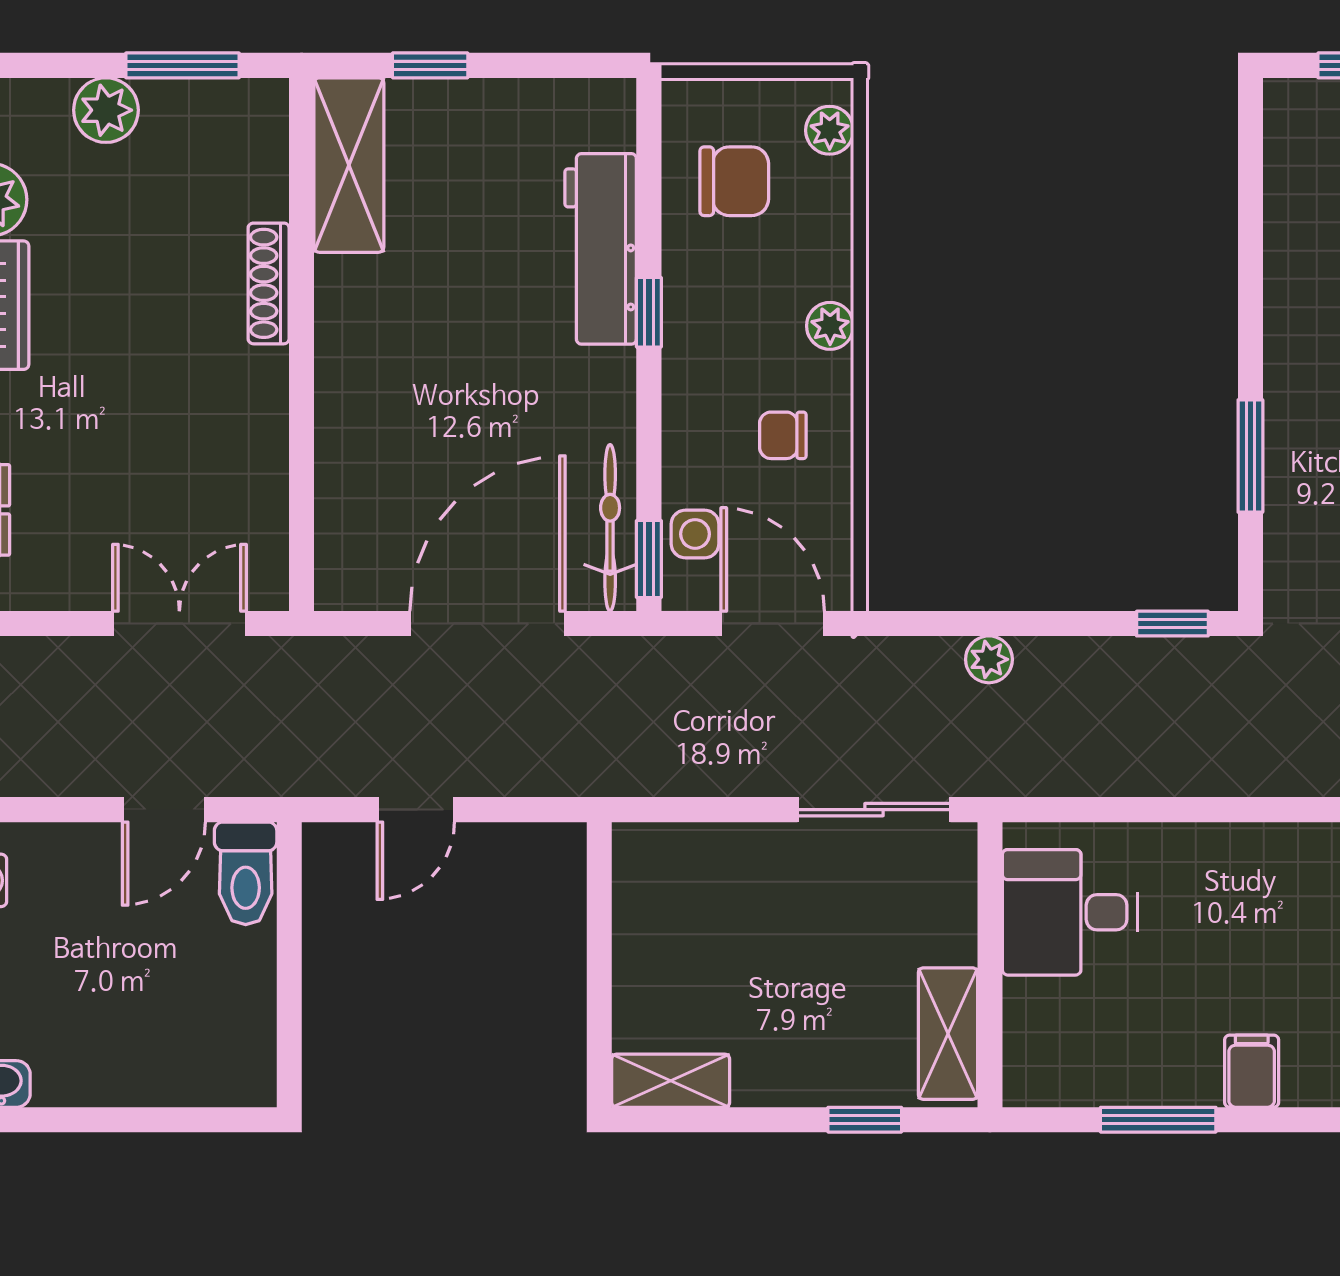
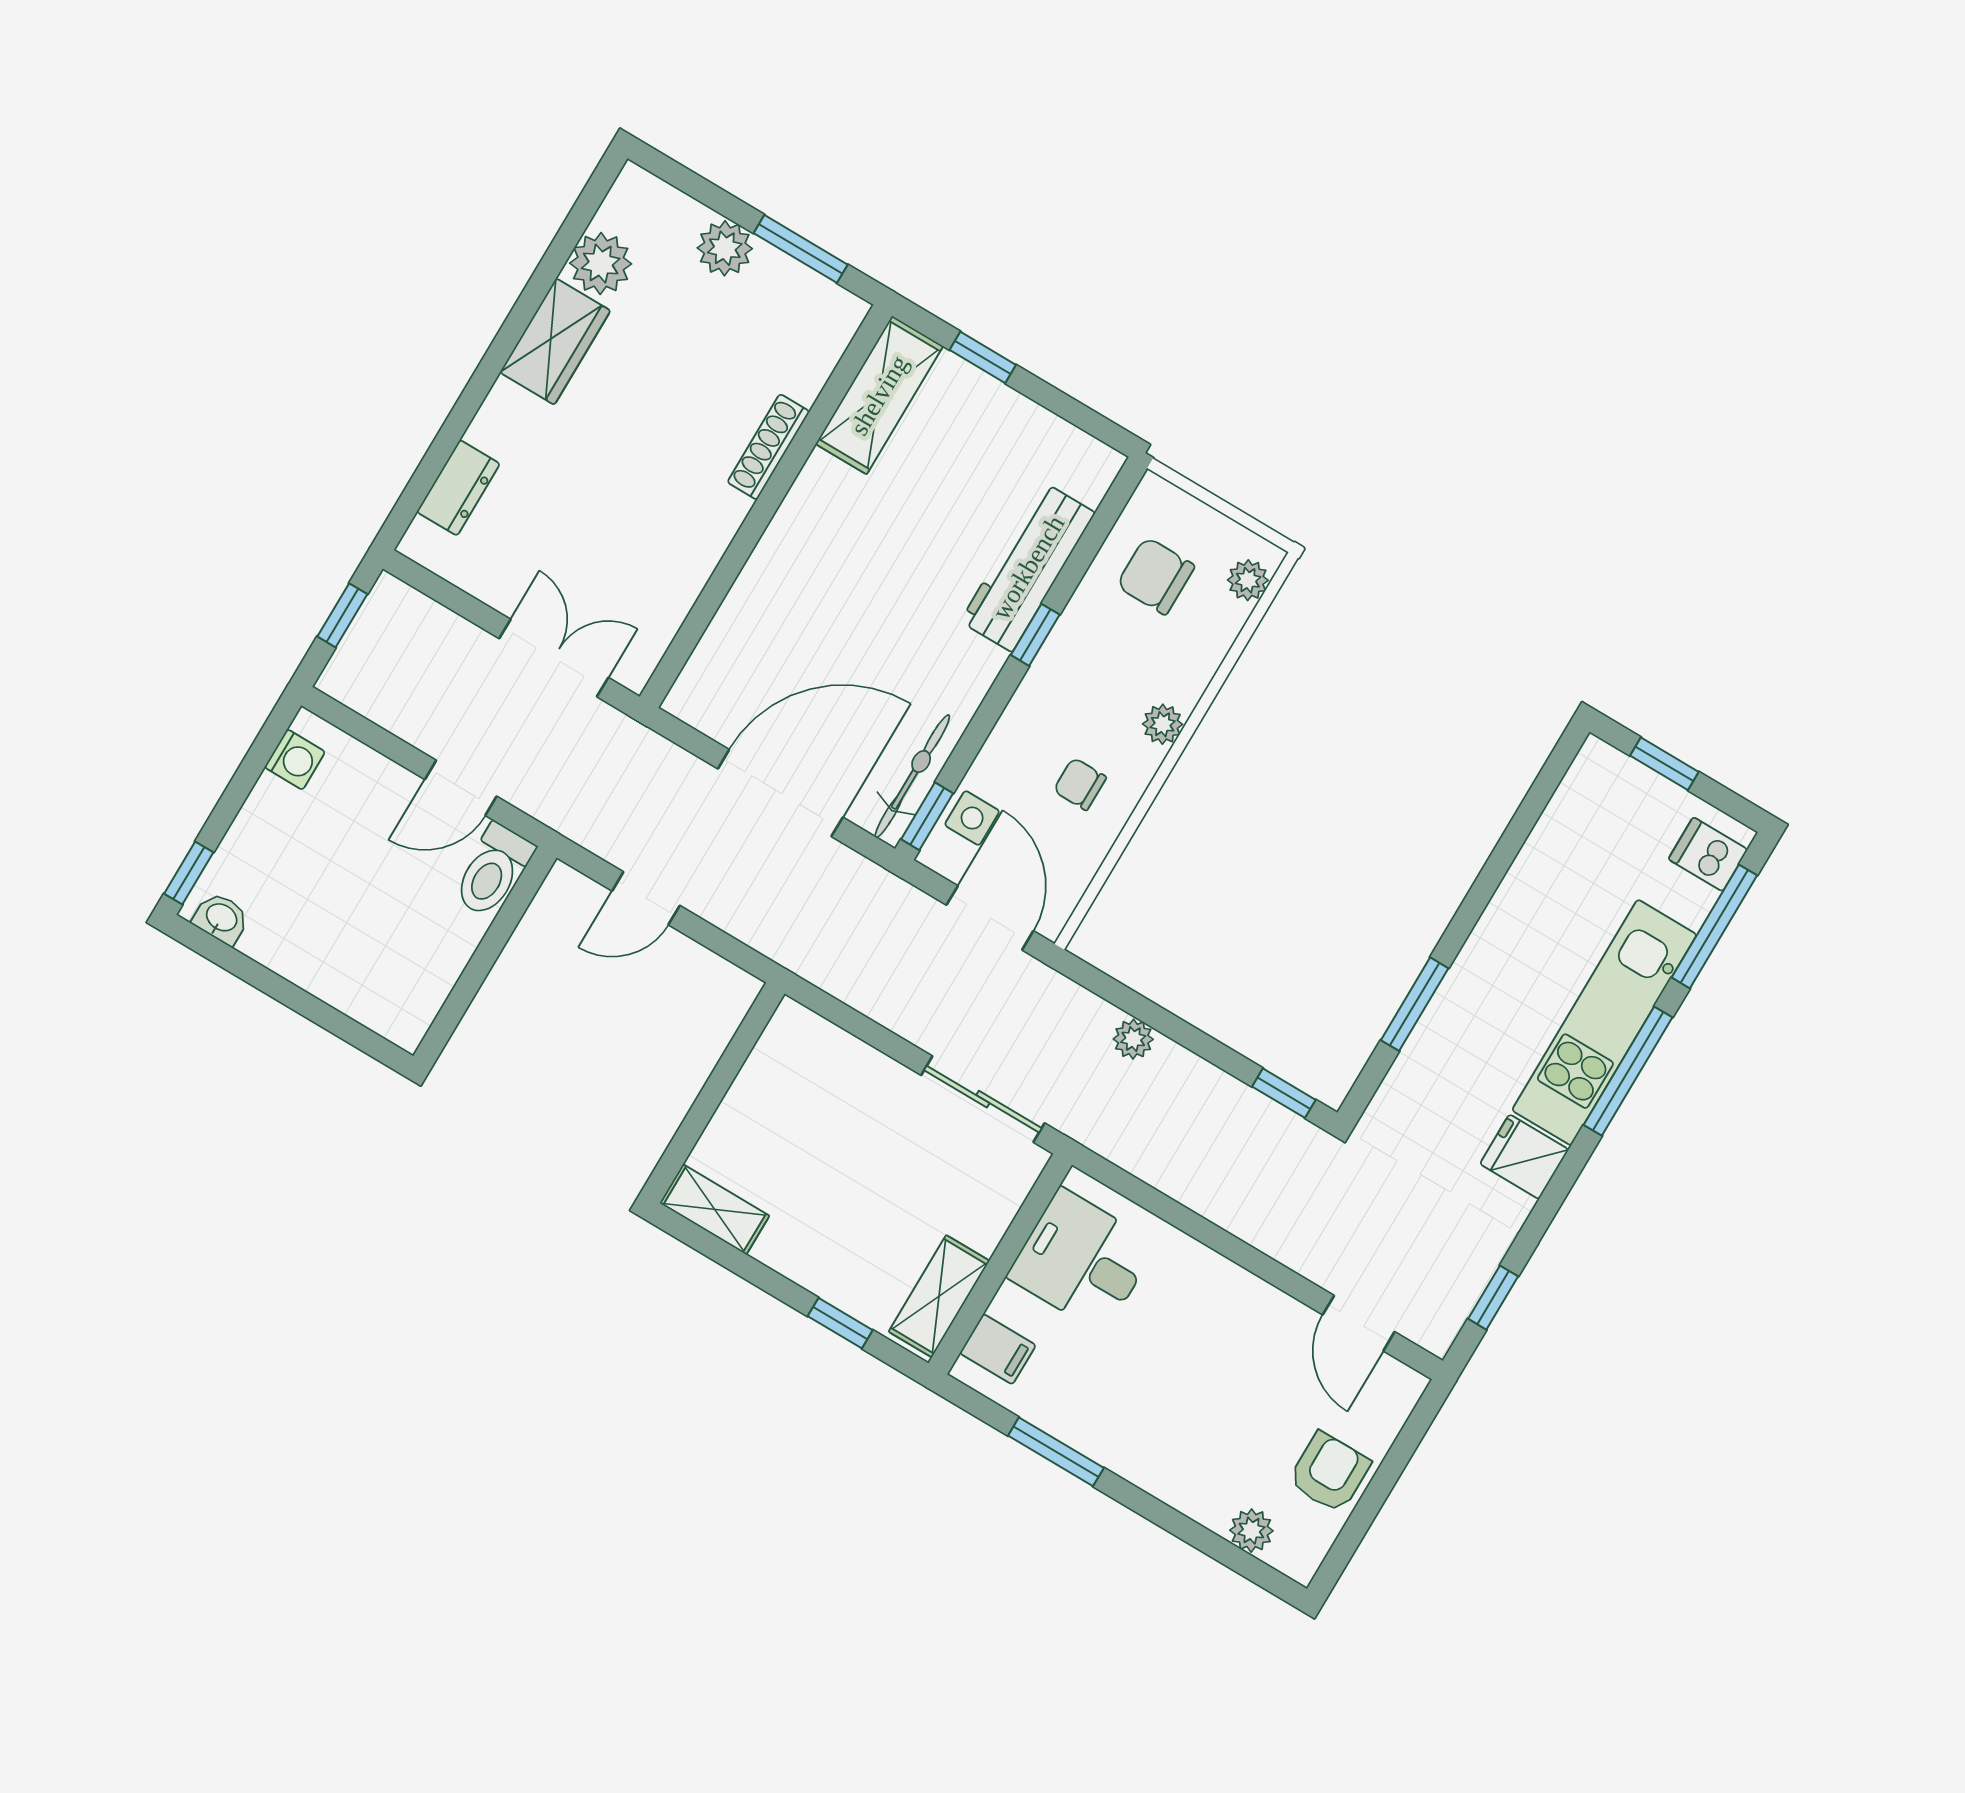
chair: (734, 181) -> (1156, 576), turned 180
filing cabinet: (1252, 1071) -> (998, 1349), moved, turned 90

